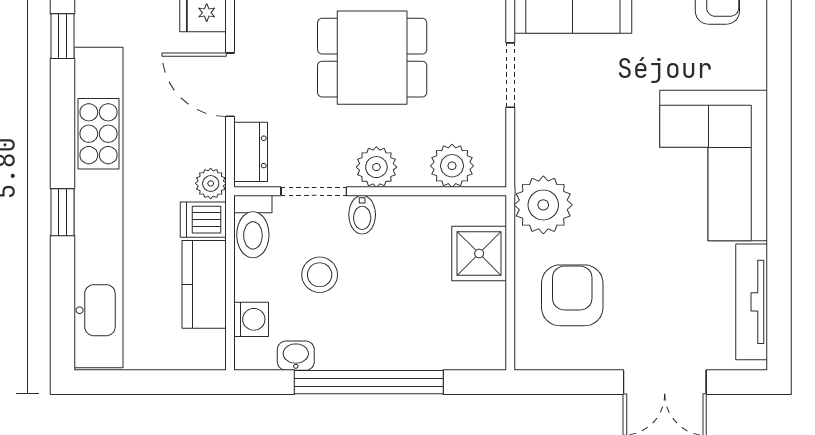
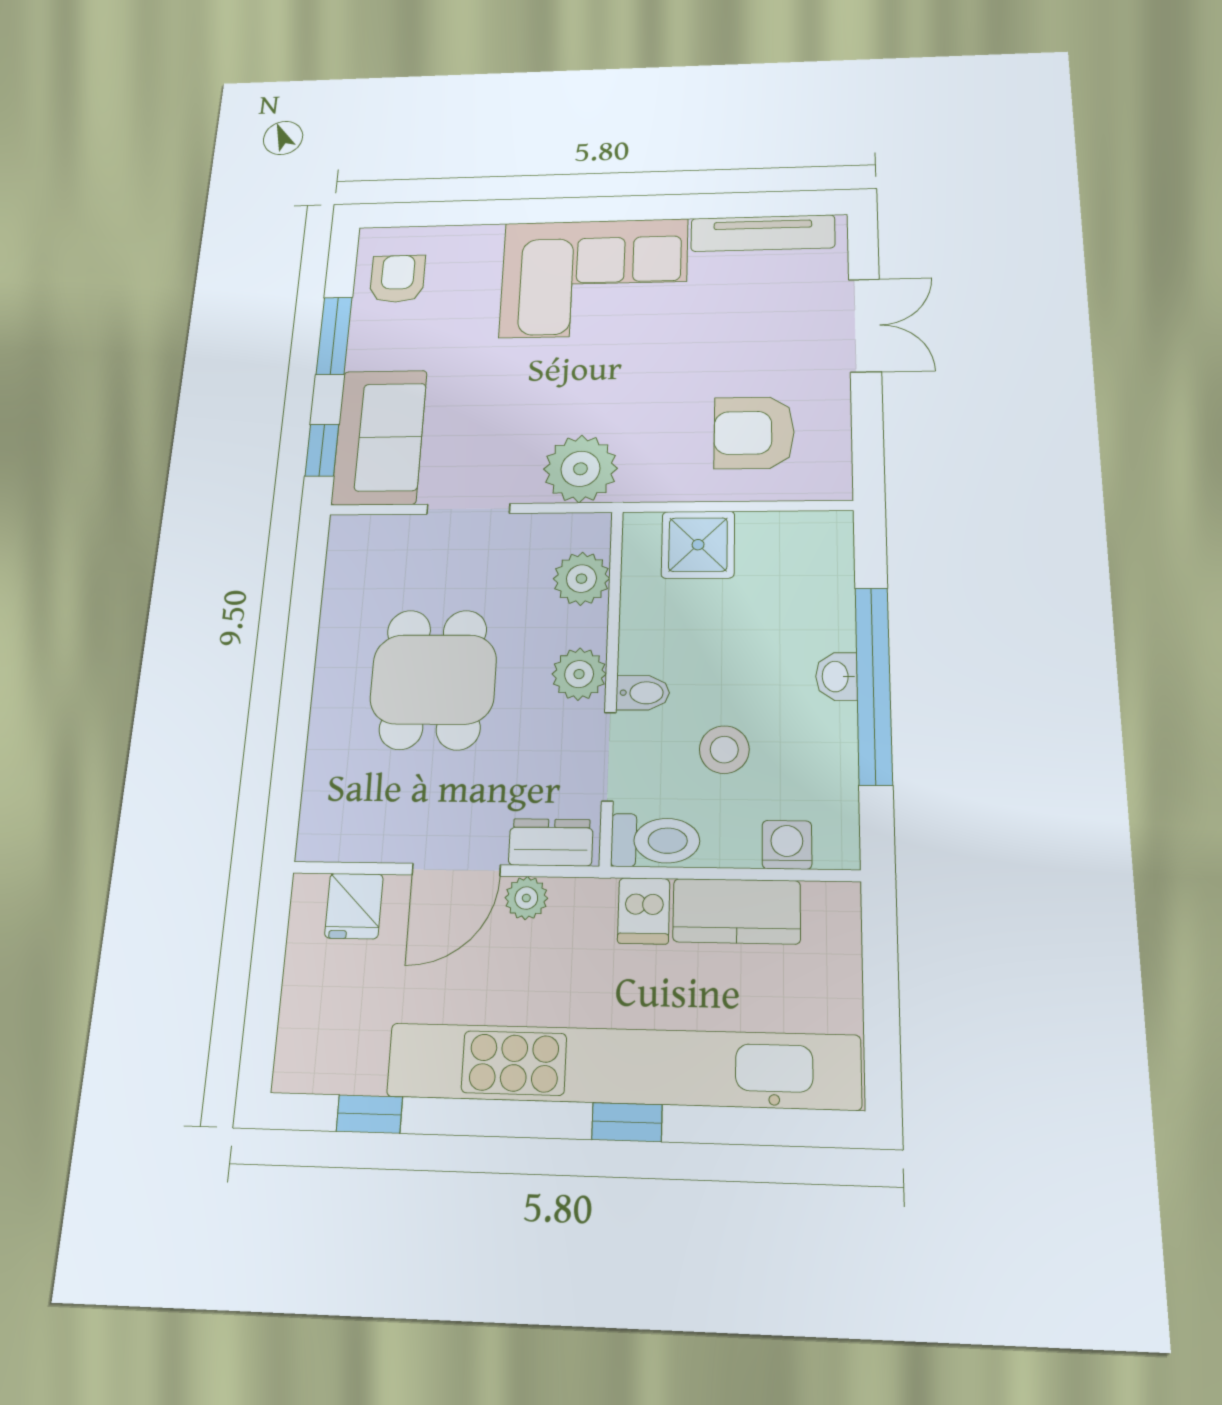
plant: (211, 183) -> (526, 898), moved
plant: (543, 205) -> (580, 469), moved
washbasin: (296, 356) -> (836, 677), moved

